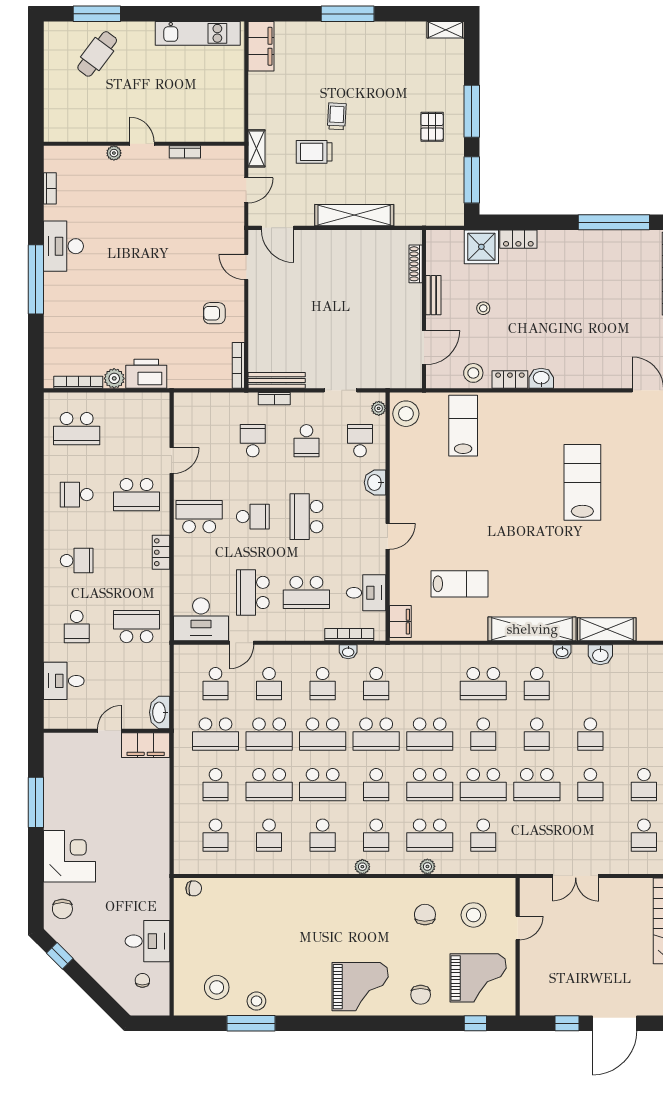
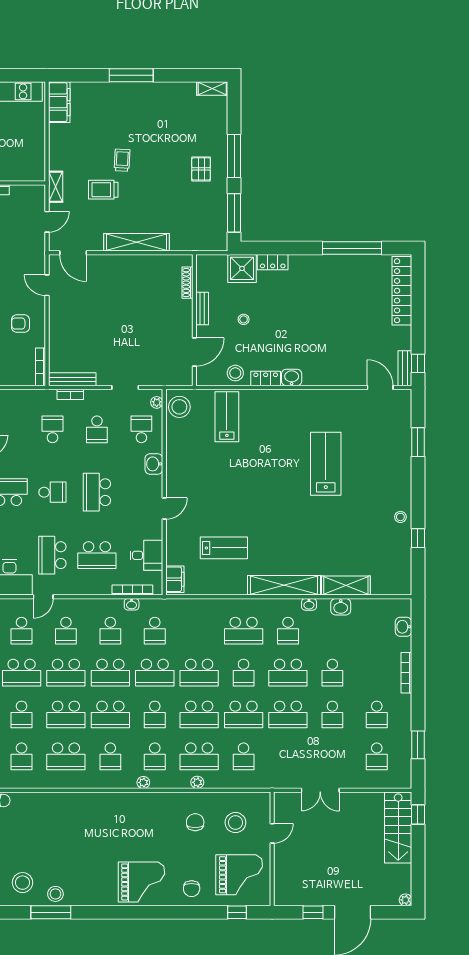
school desk: (537, 734) -> (288, 673), width x1.85
school desk: (269, 835) -> (66, 756), width x1.85

